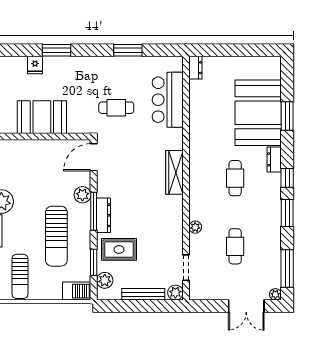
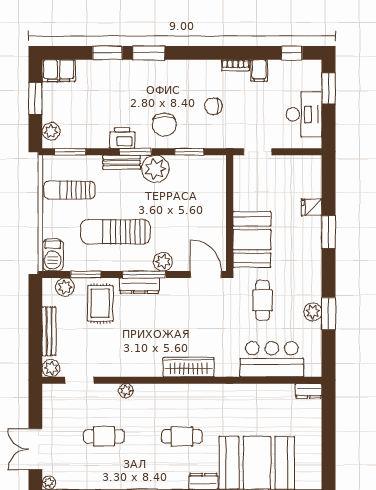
plant: (126, 64) -> (313, 312), added
booth: (42, 117) -> (252, 240), moved

